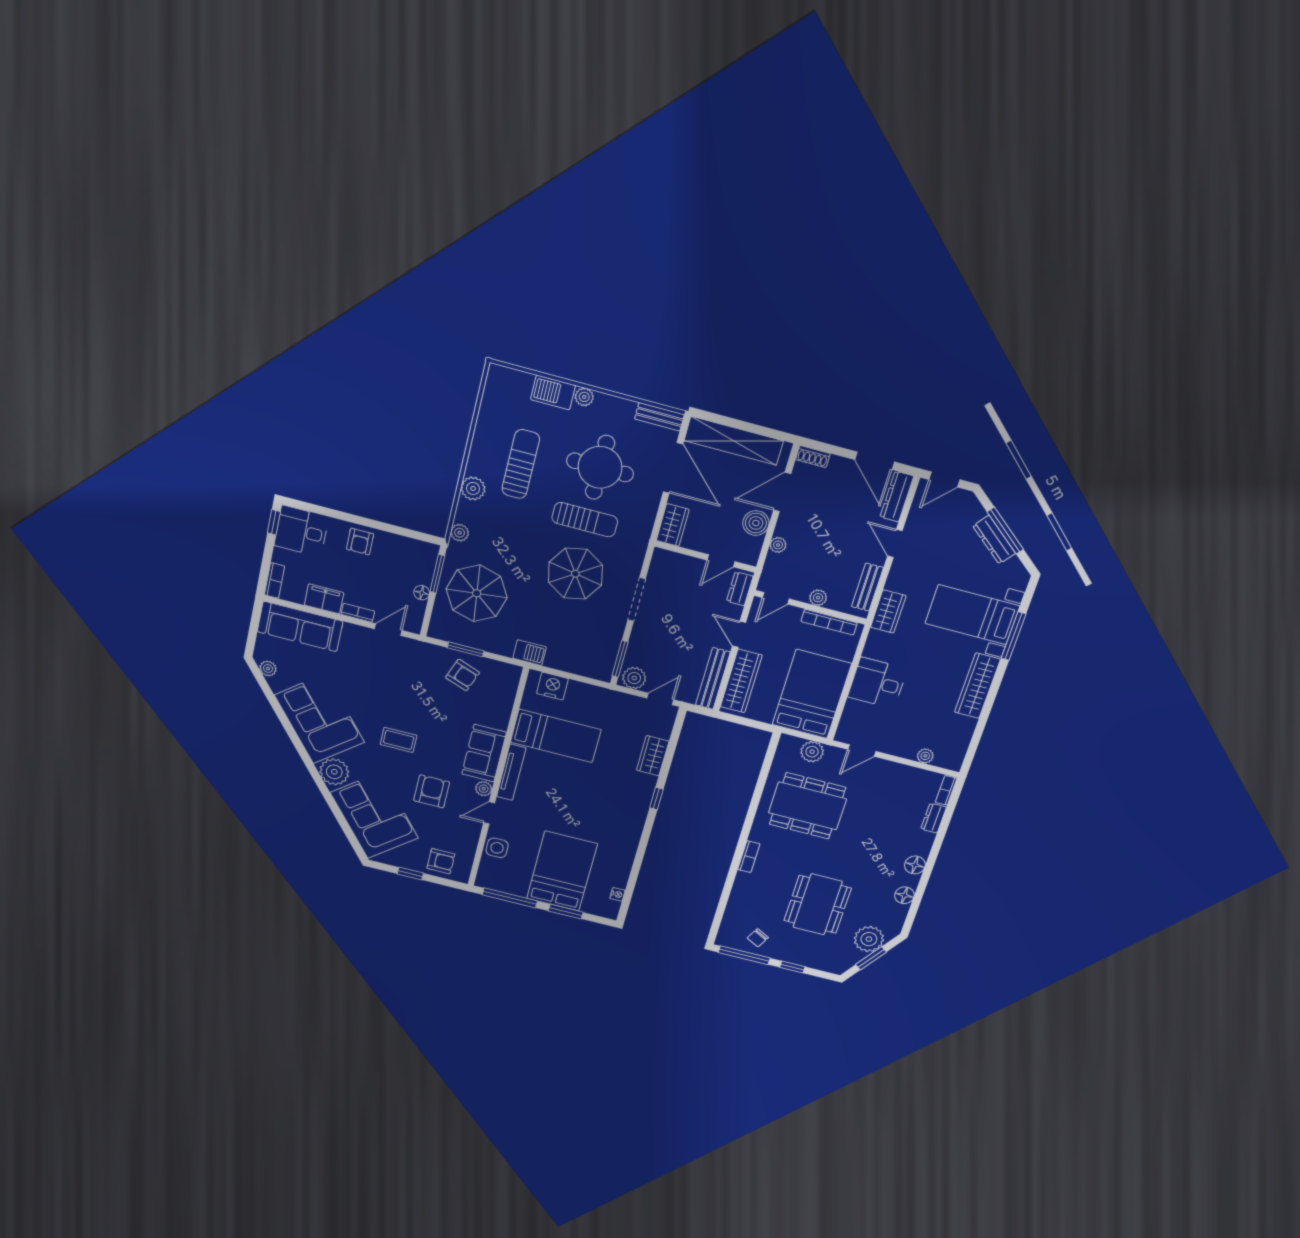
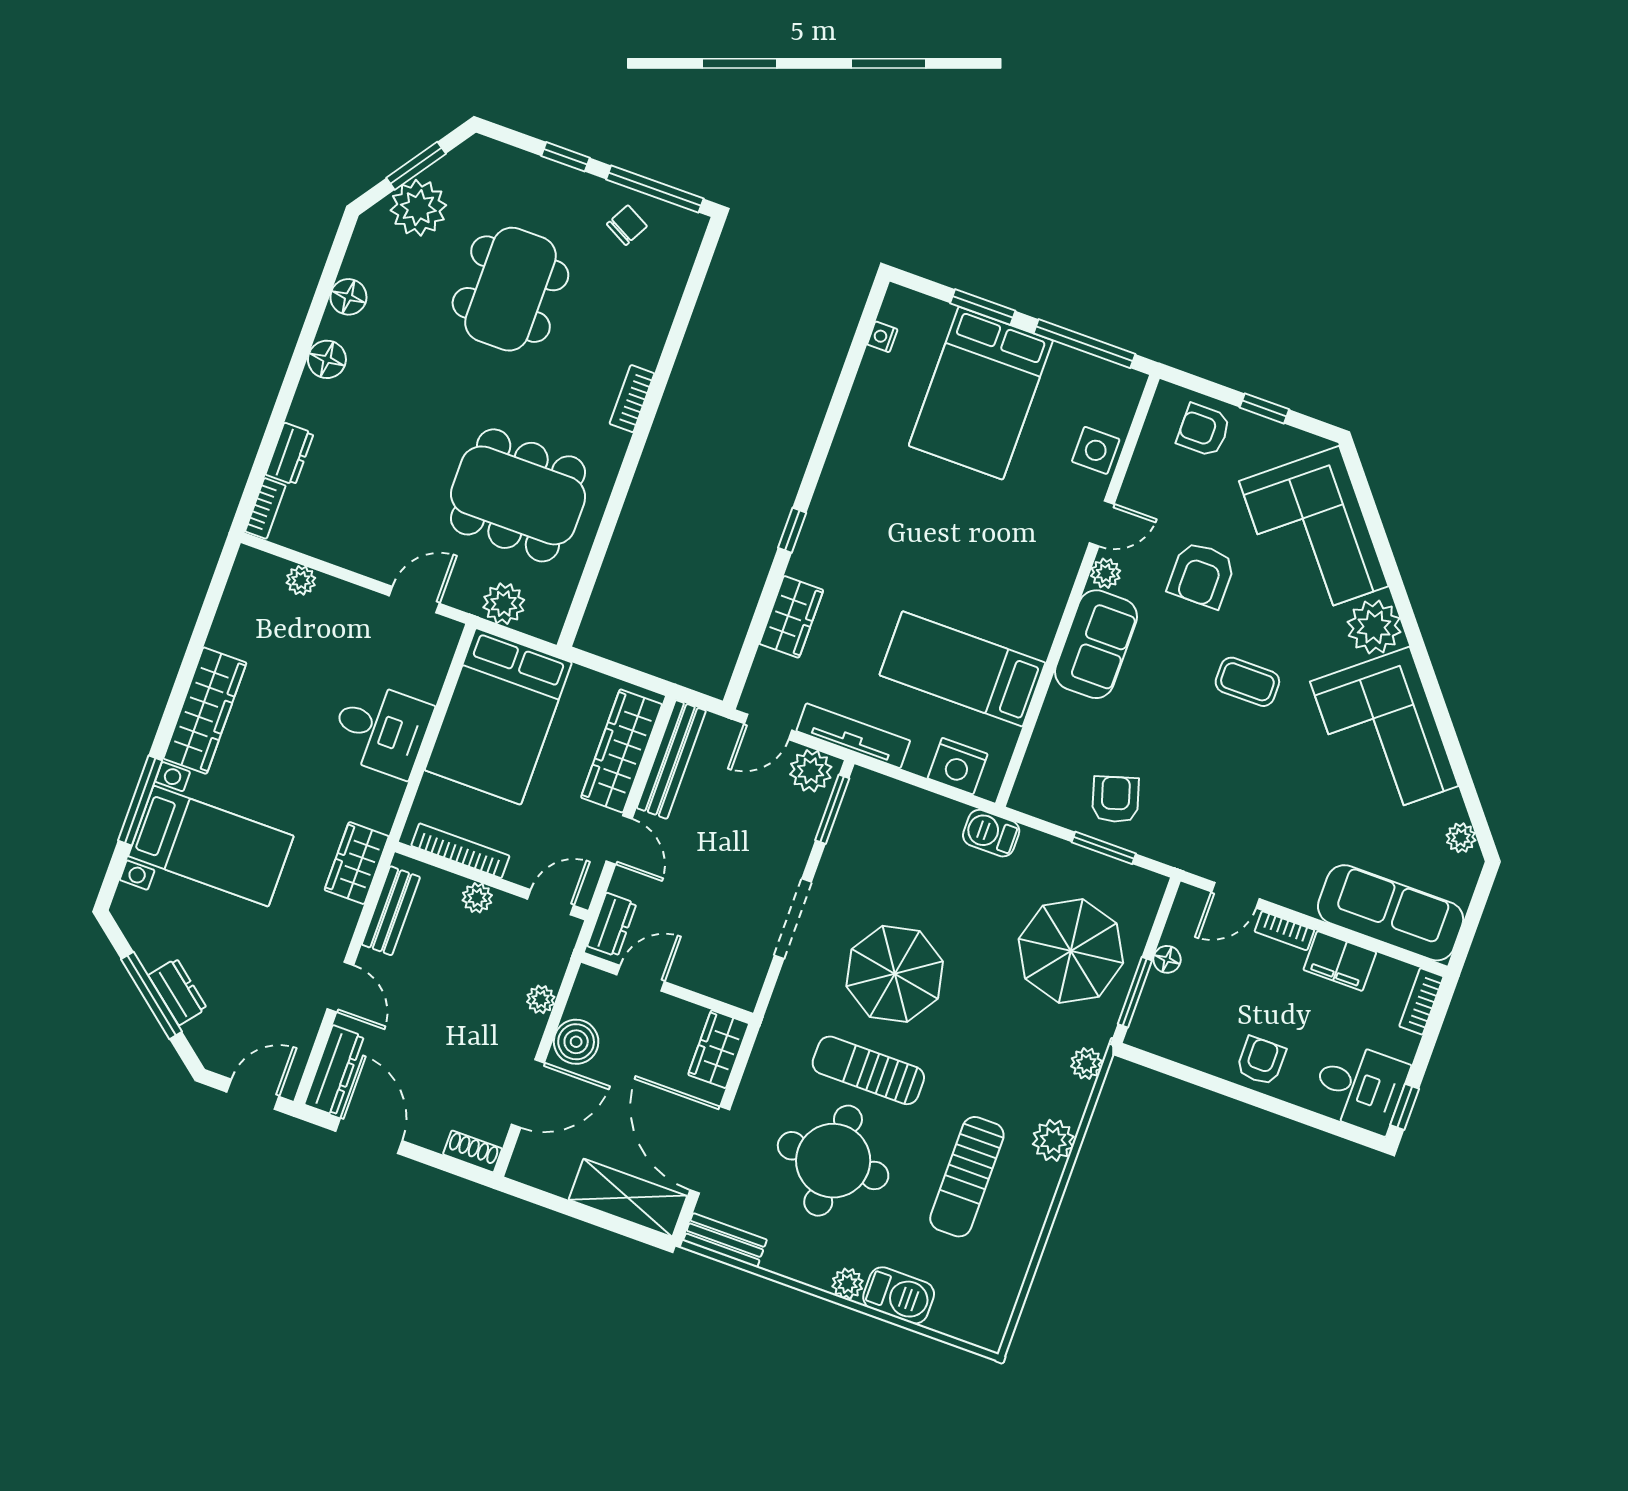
shelving: (734, 441) -> (628, 1198), width x0.68
dresser: (994, 540) -> (178, 992), width x0.70
armchair: (462, 675) -> (1115, 799), turned 53
tv unit: (511, 772) -> (853, 736), moved, turned 90

